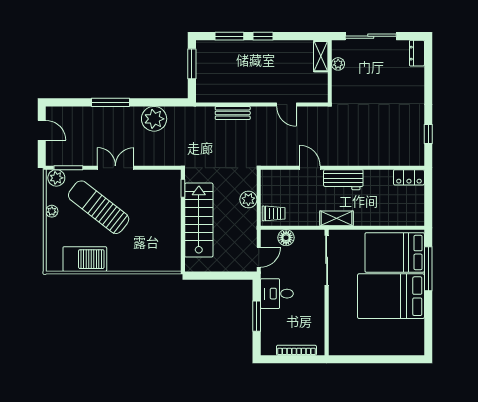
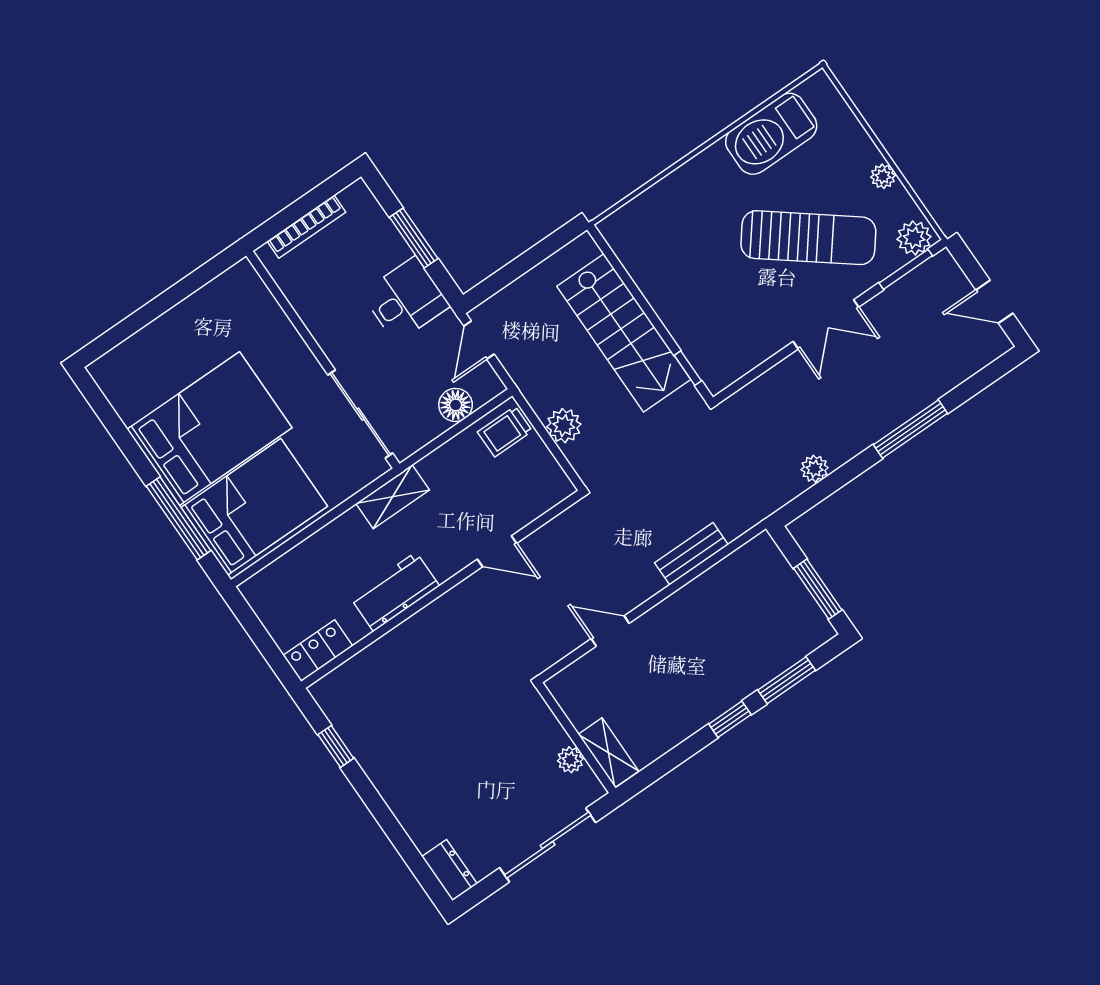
plant: (154, 119) -> (815, 469), width x0.53, depth x0.53
workbench: (343, 180) -> (395, 592), moved

